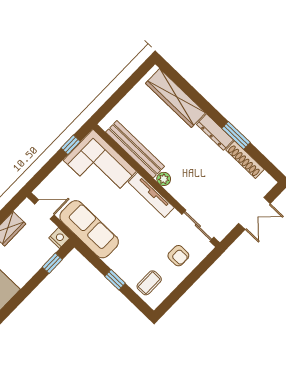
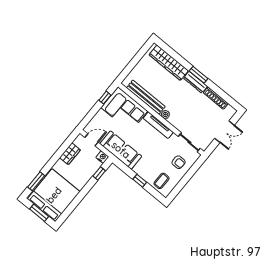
window: (236, 135) -> (199, 75), moved

